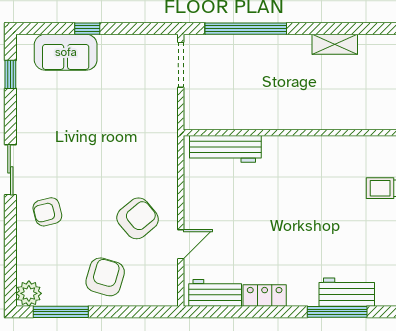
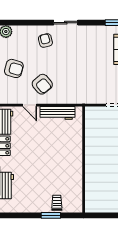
workbench: (225, 149) -> (58, 113), moved, turned -90

